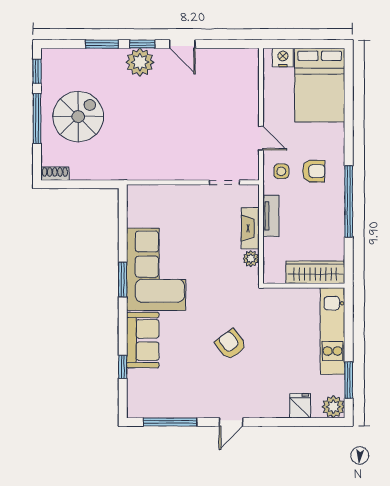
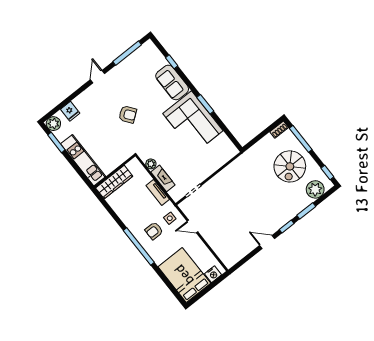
plant: (140, 62) -> (315, 189), moved
window: (37, 119) -> (301, 139), moved
window: (349, 201) -> (139, 246), moved

